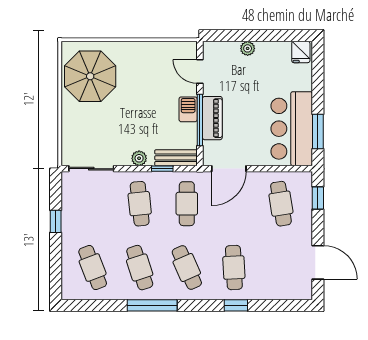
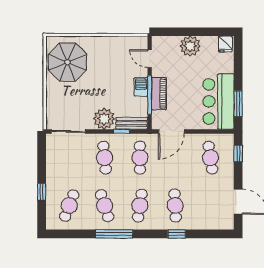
plant: (248, 48) -> (190, 46), width x1.87, depth x1.87
plant: (139, 158) -> (104, 119), width x1.88, depth x1.88
window: (56, 221) -> (42, 192), moved
cafe table: (93, 268) -> (69, 206), turned 42
cafe table: (187, 268) -> (140, 206), turned 33

